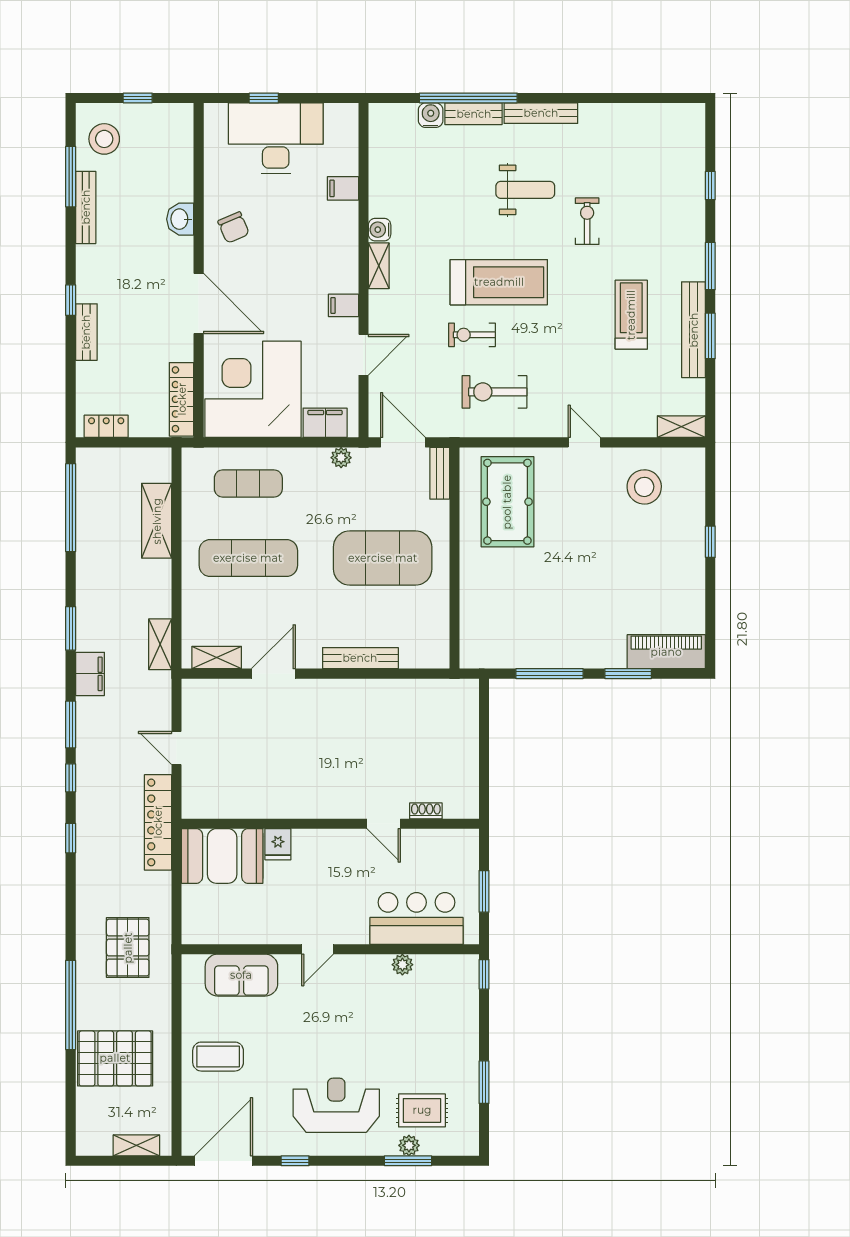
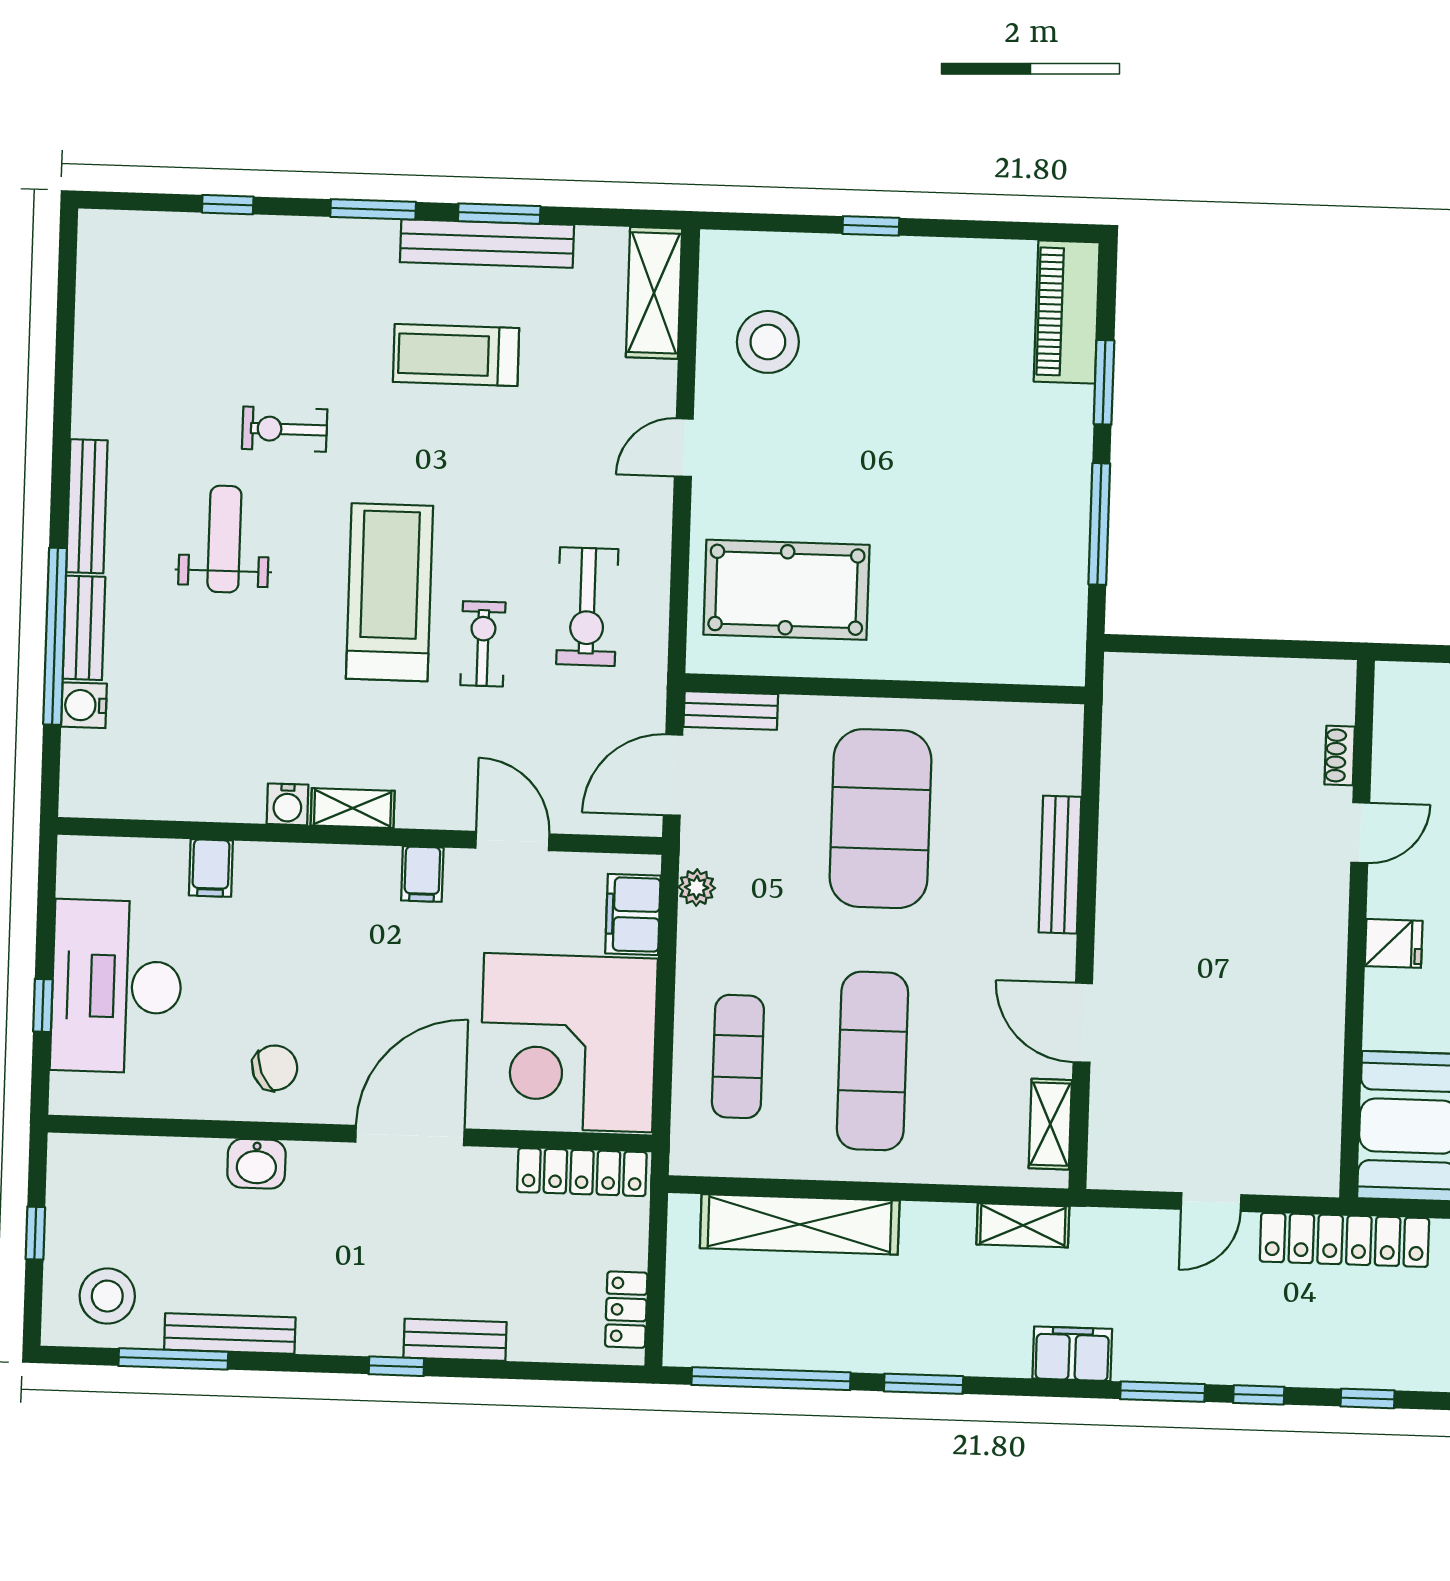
exercise bike: (472, 335) -> (483, 644), turned 180
shelving: (681, 427) -> (654, 293), width x1.50, depth x1.33
shelving: (157, 521) -> (800, 1224), width x1.47
window: (71, 628) -> (924, 1384), moved
fridge: (278, 844) -> (1394, 943), moved

